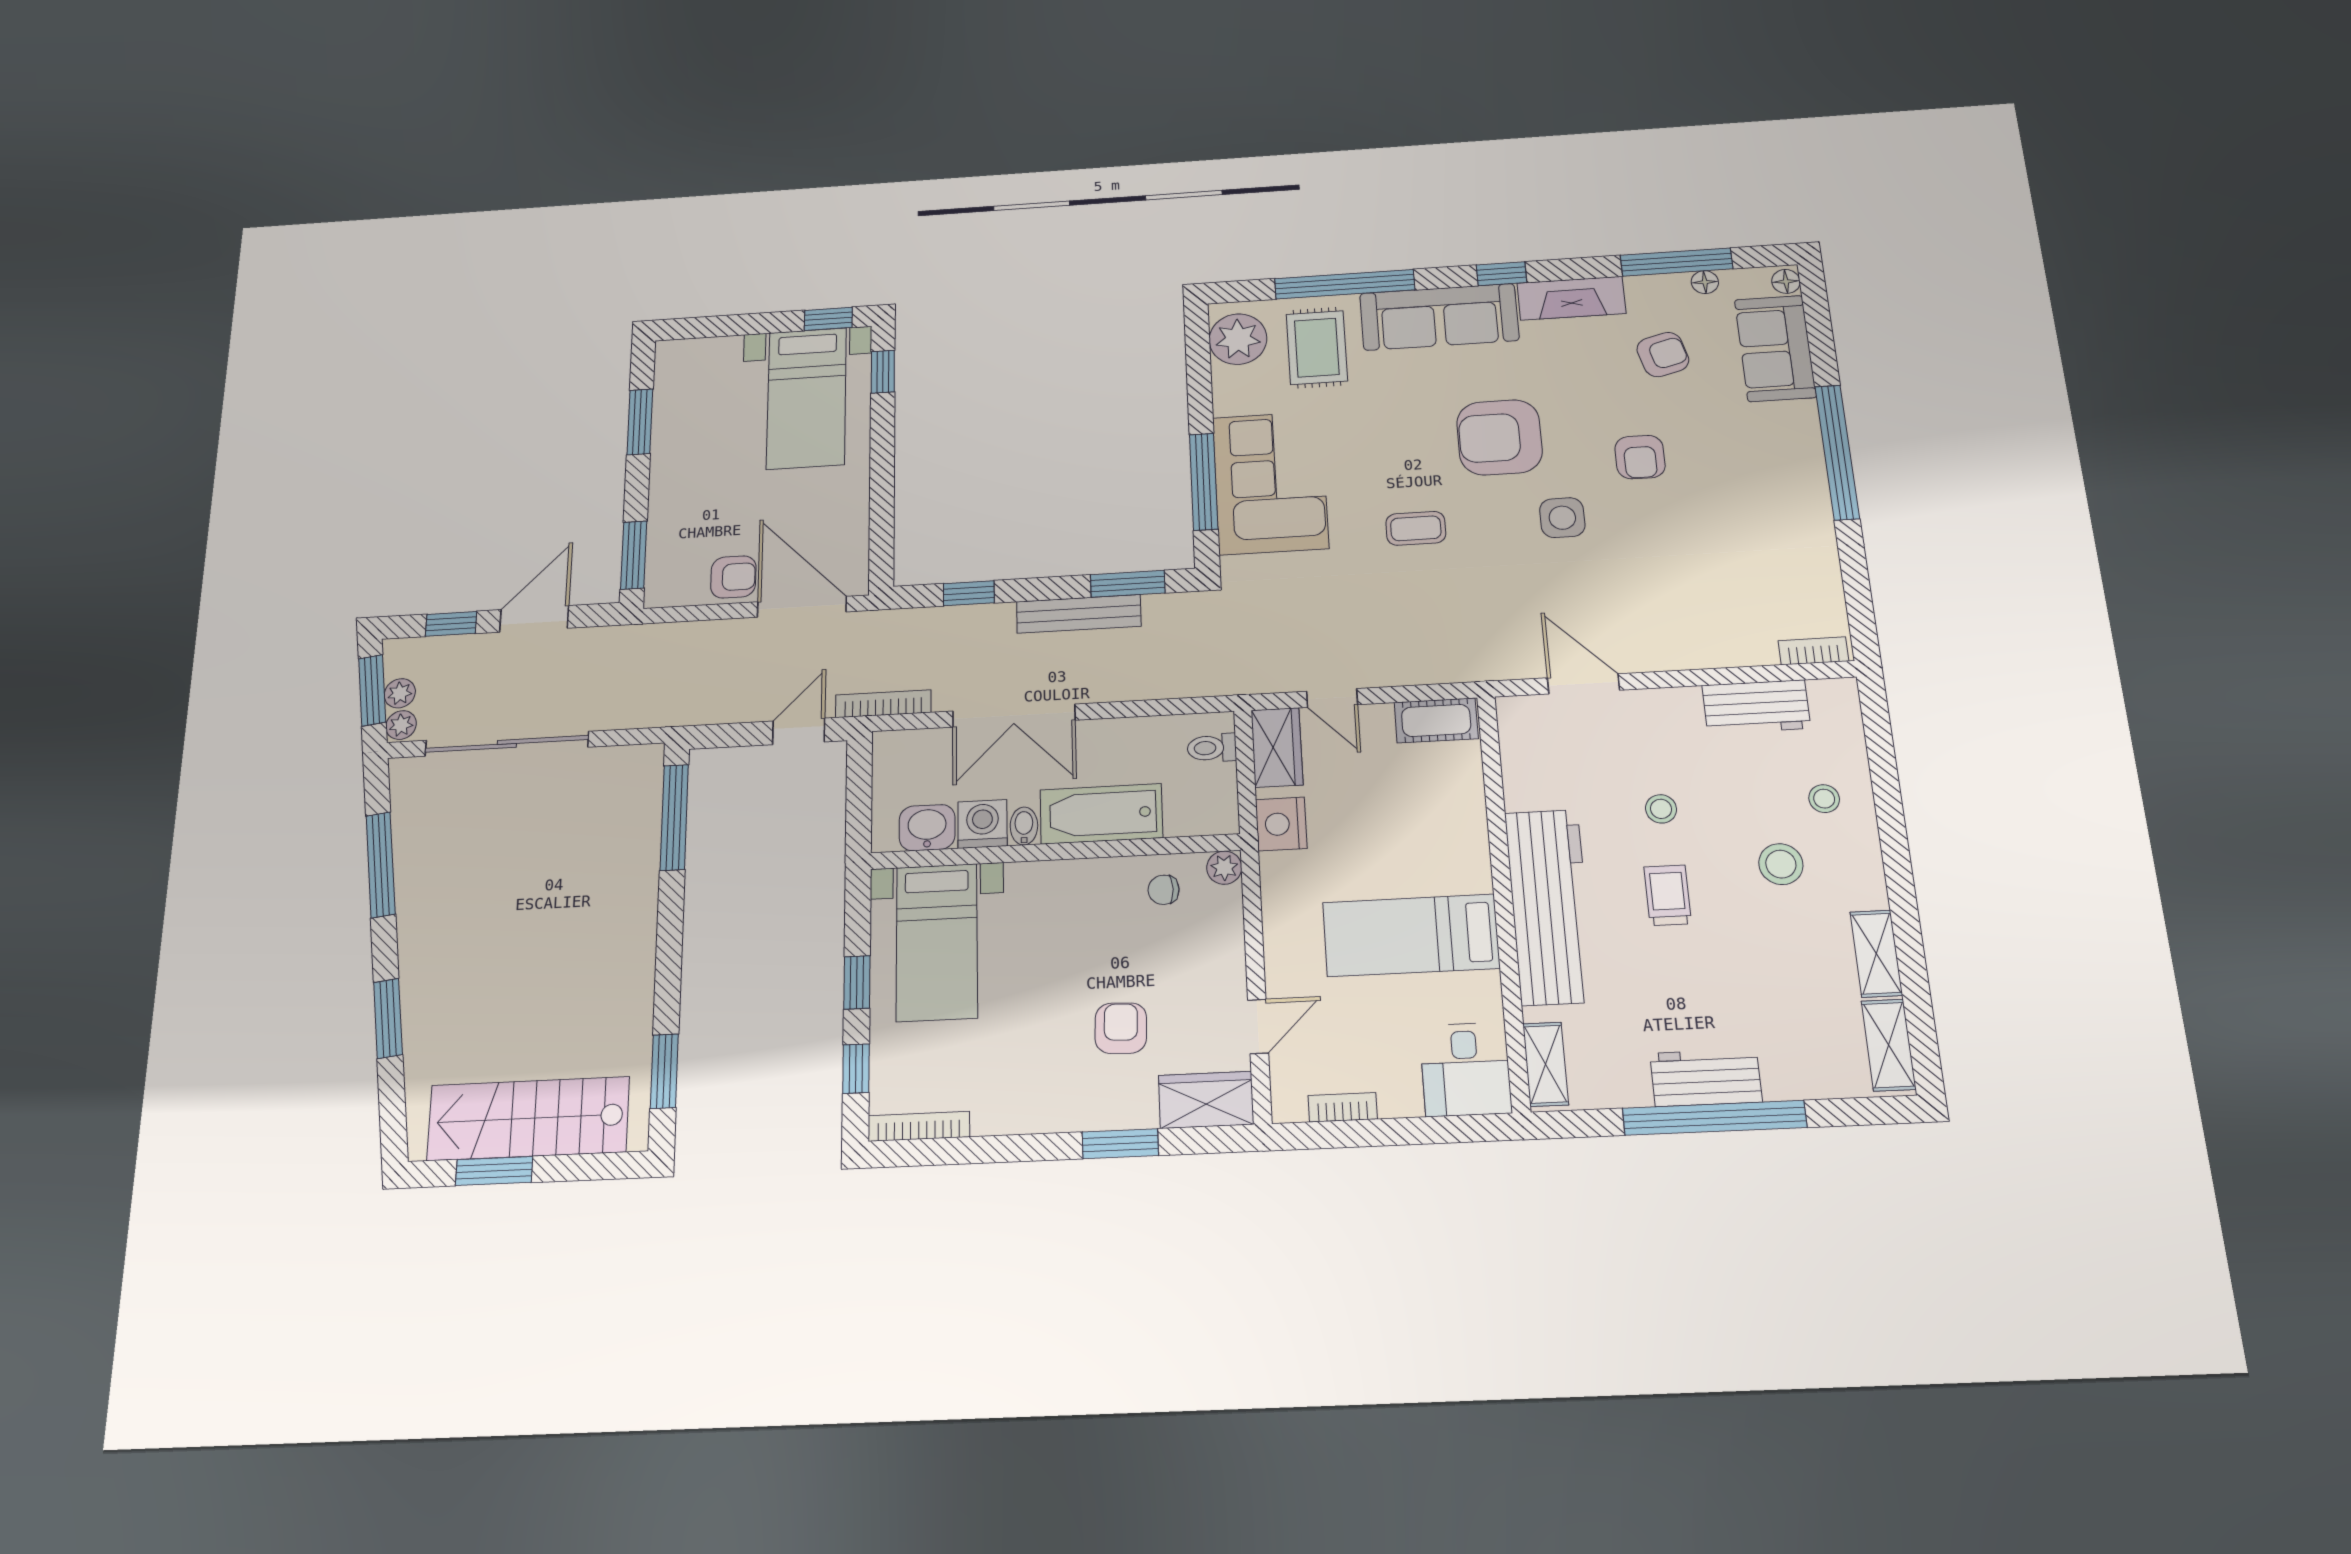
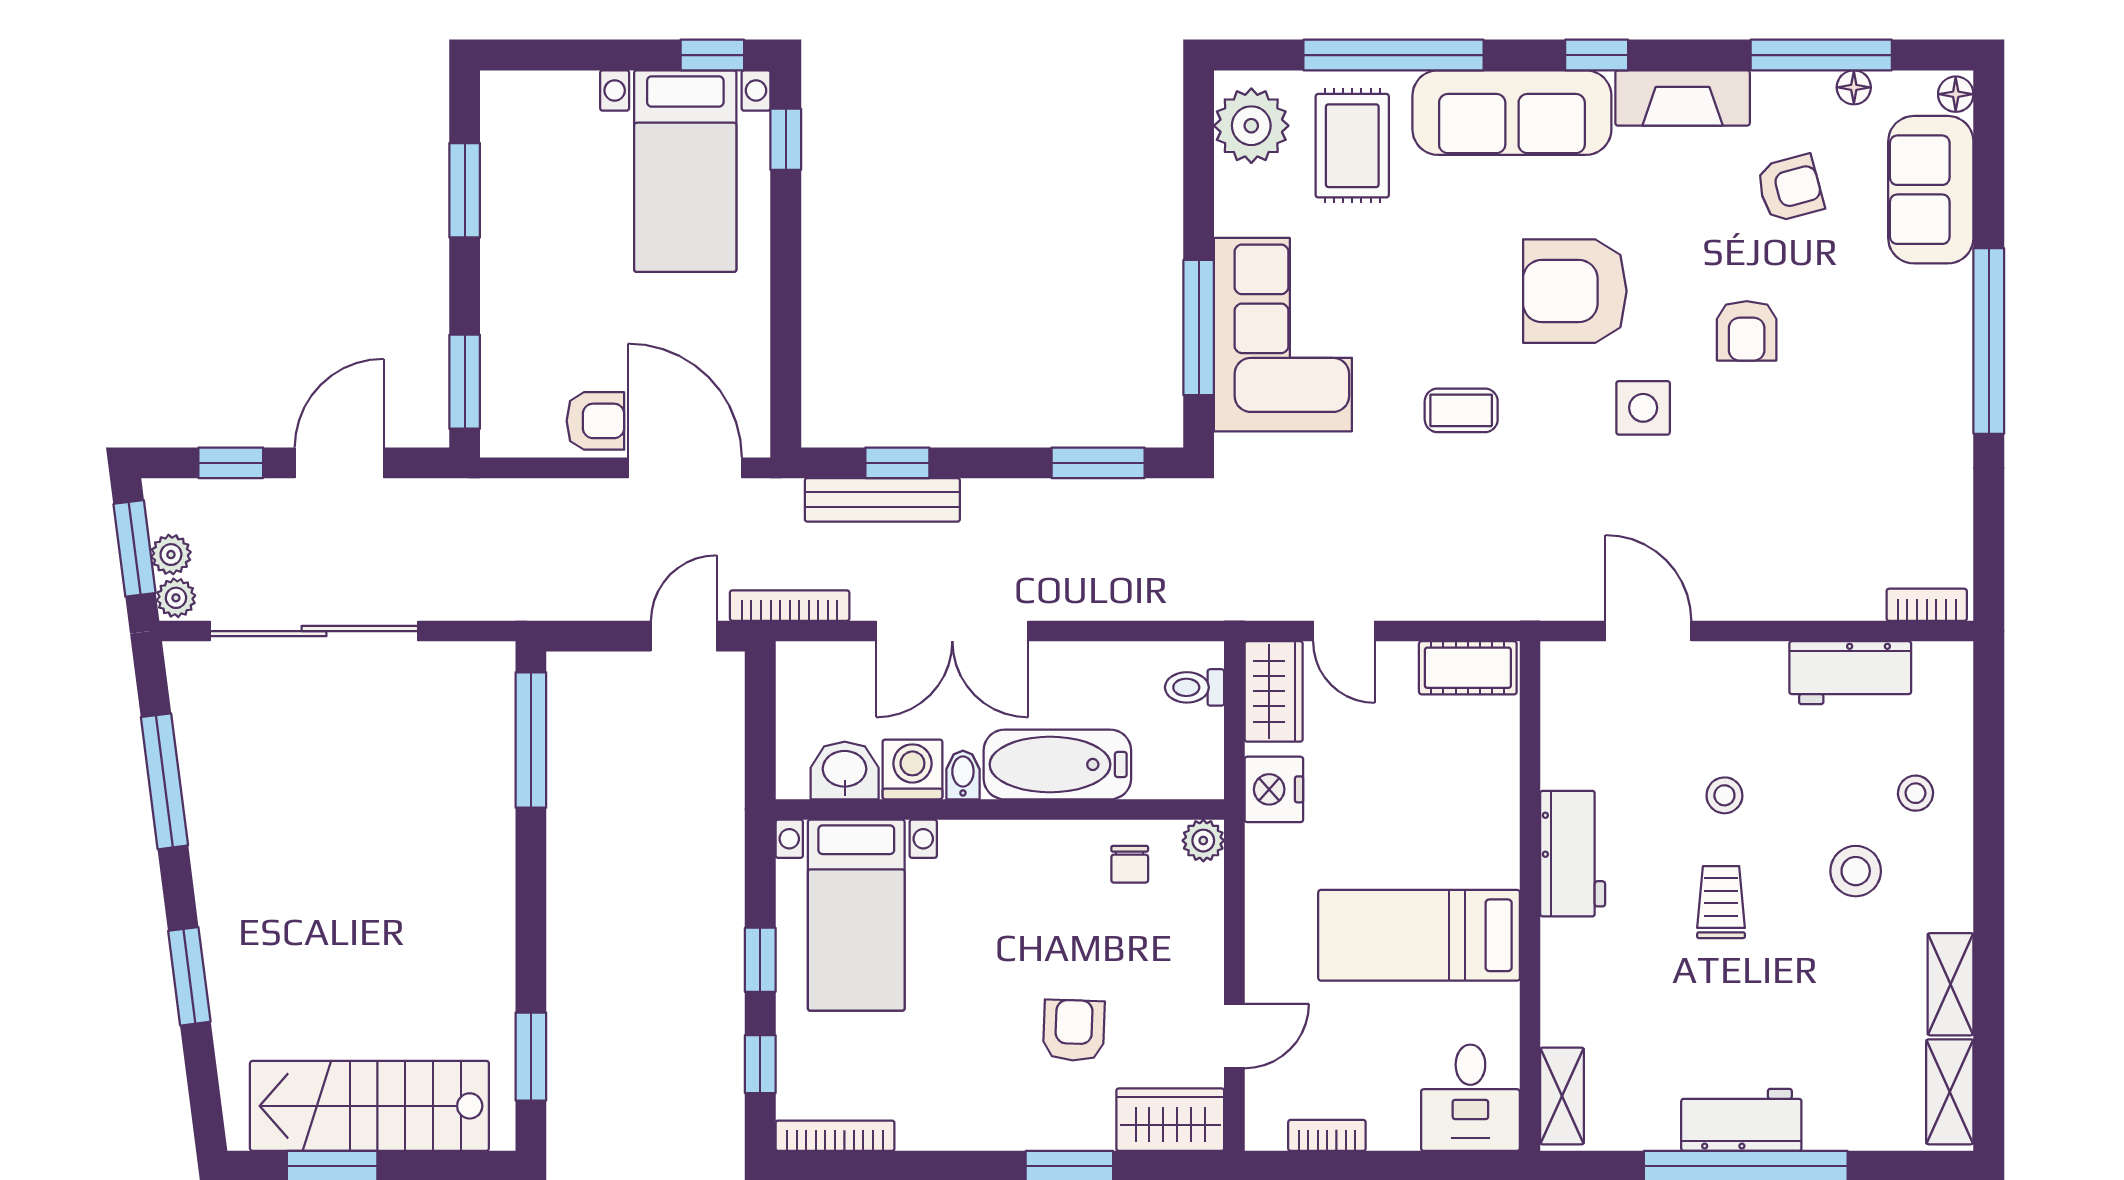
bench: (1079, 614) -> (882, 500), moved
chair: (1164, 890) -> (1130, 864), turned -90
workbench: (1550, 906) -> (1573, 854), width x0.53, depth x0.76

